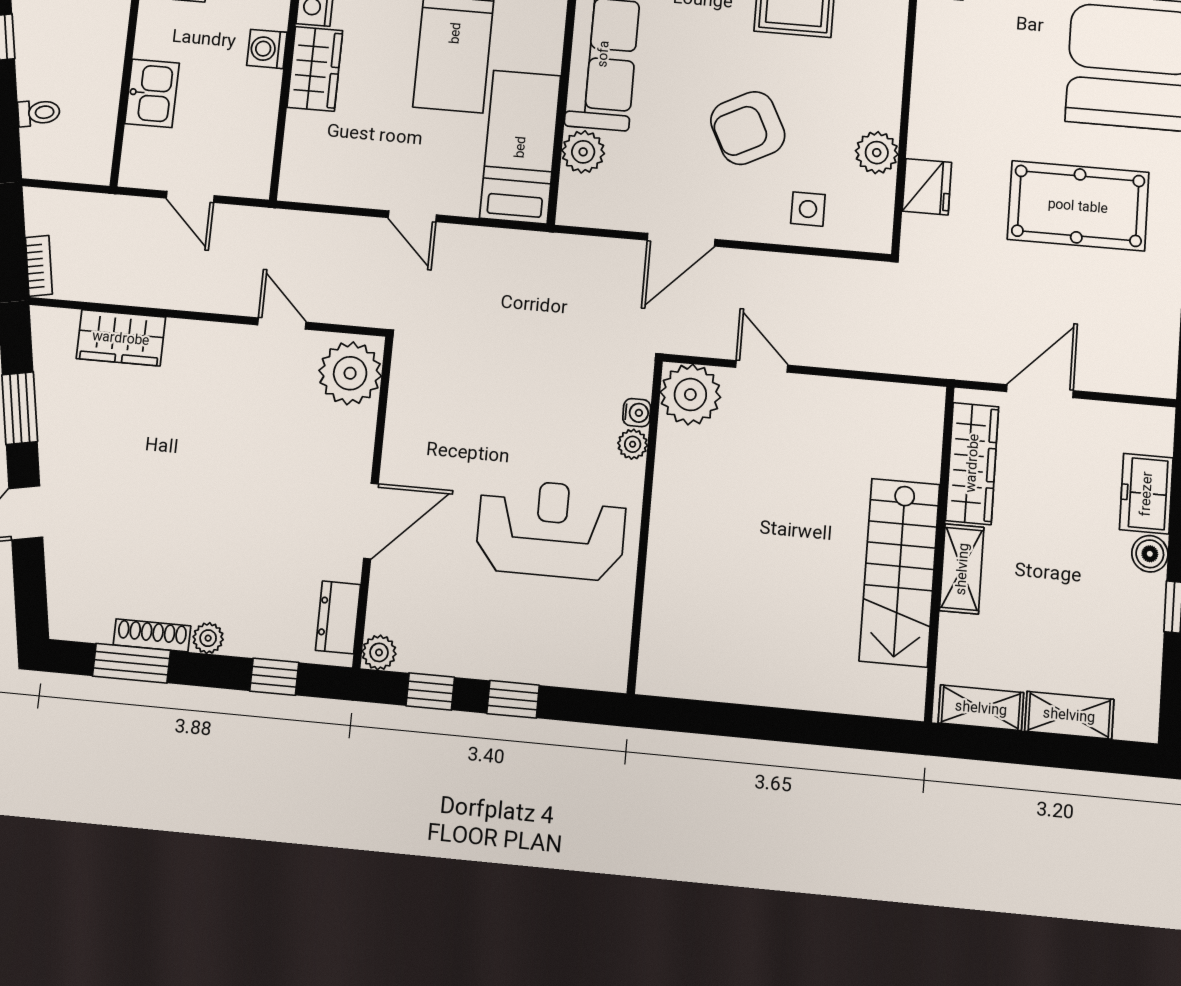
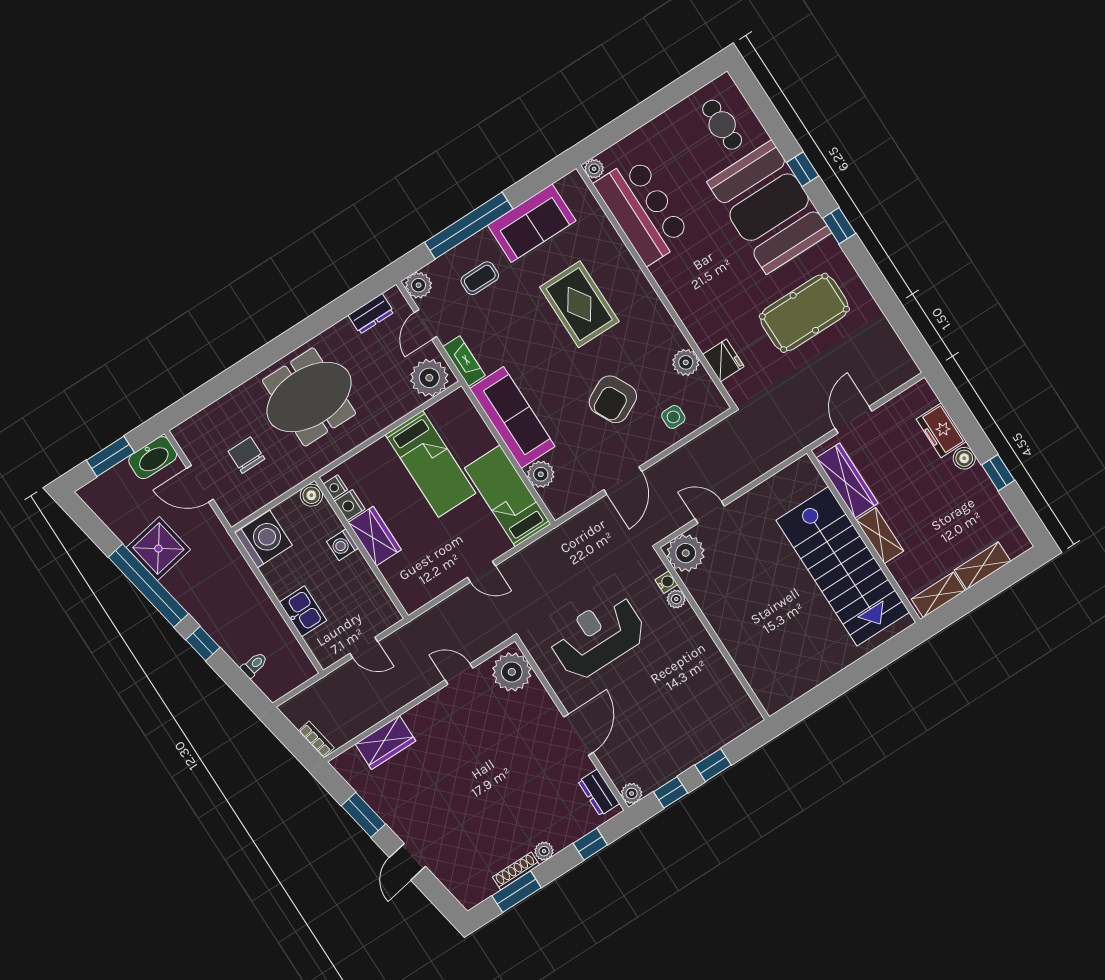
reception desk: (551, 529) -> (598, 637), moved
stairs: (899, 572) -> (843, 566), width x1.36, depth x1.51

